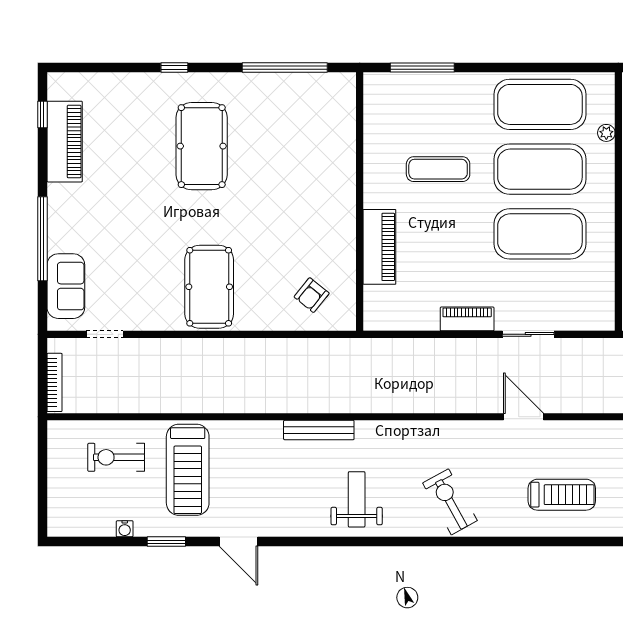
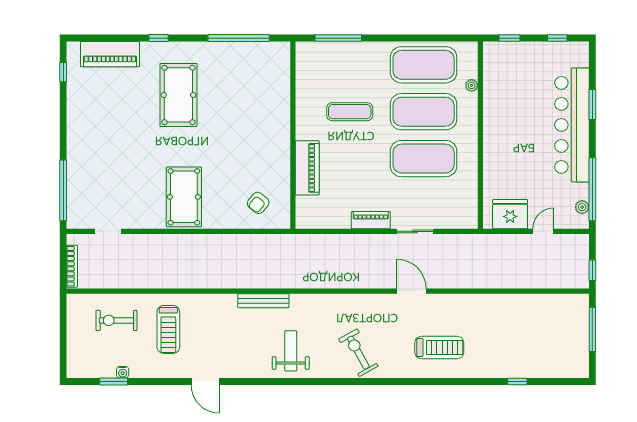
piano: (65, 142) -> (110, 54), moved, turned 90
window: (42, 239) -> (63, 190), moved
sofa: (66, 286) -> (80, 196), removed
treadmill: (188, 470) -> (168, 329), width x0.73, depth x0.73
window: (166, 542) -> (114, 381), moved

